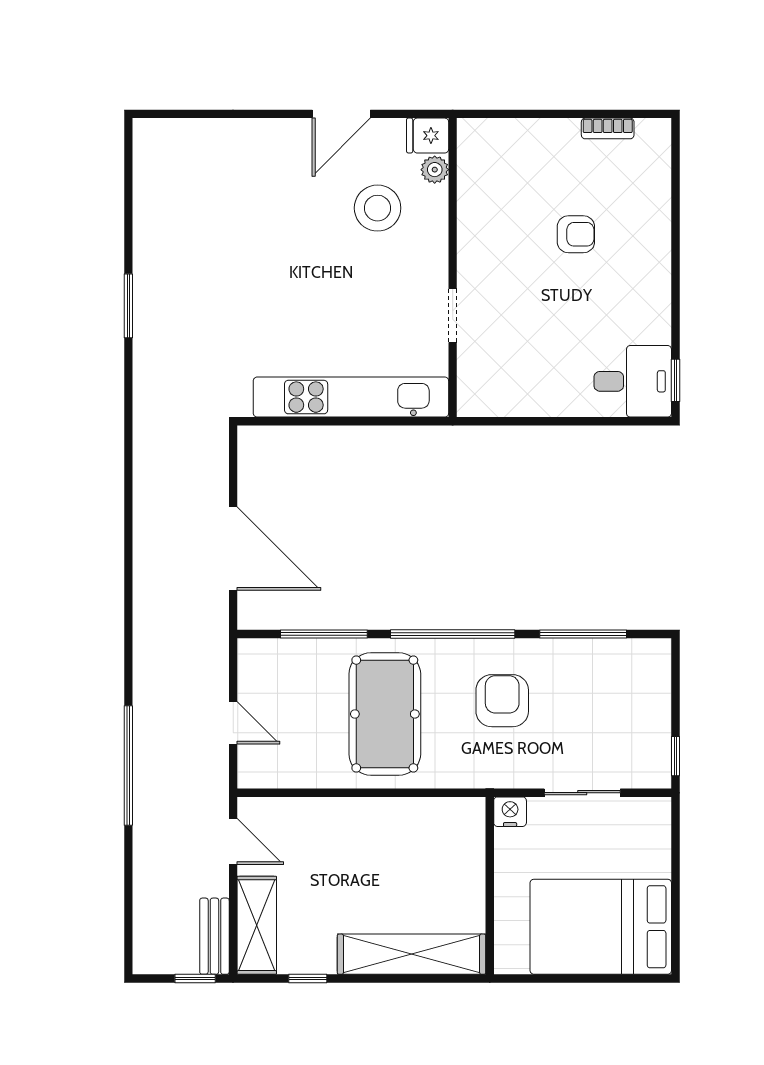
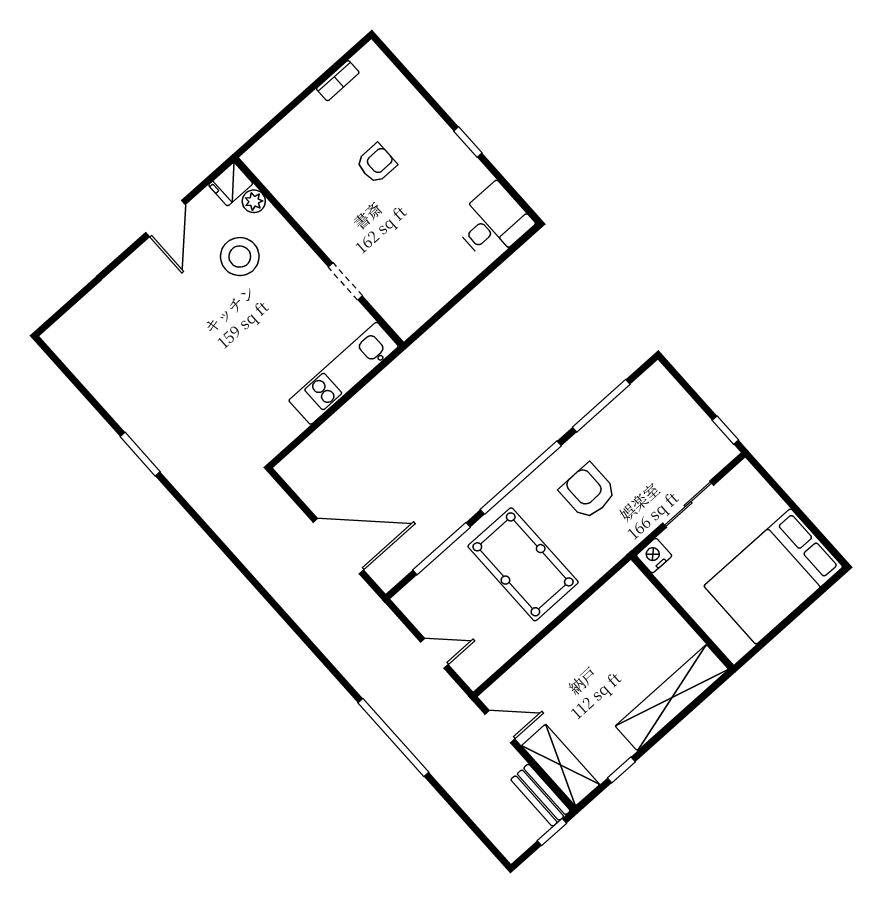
window: (675, 380) -> (468, 142), moved
kitchen unit: (351, 397) -> (344, 373), width x0.73

